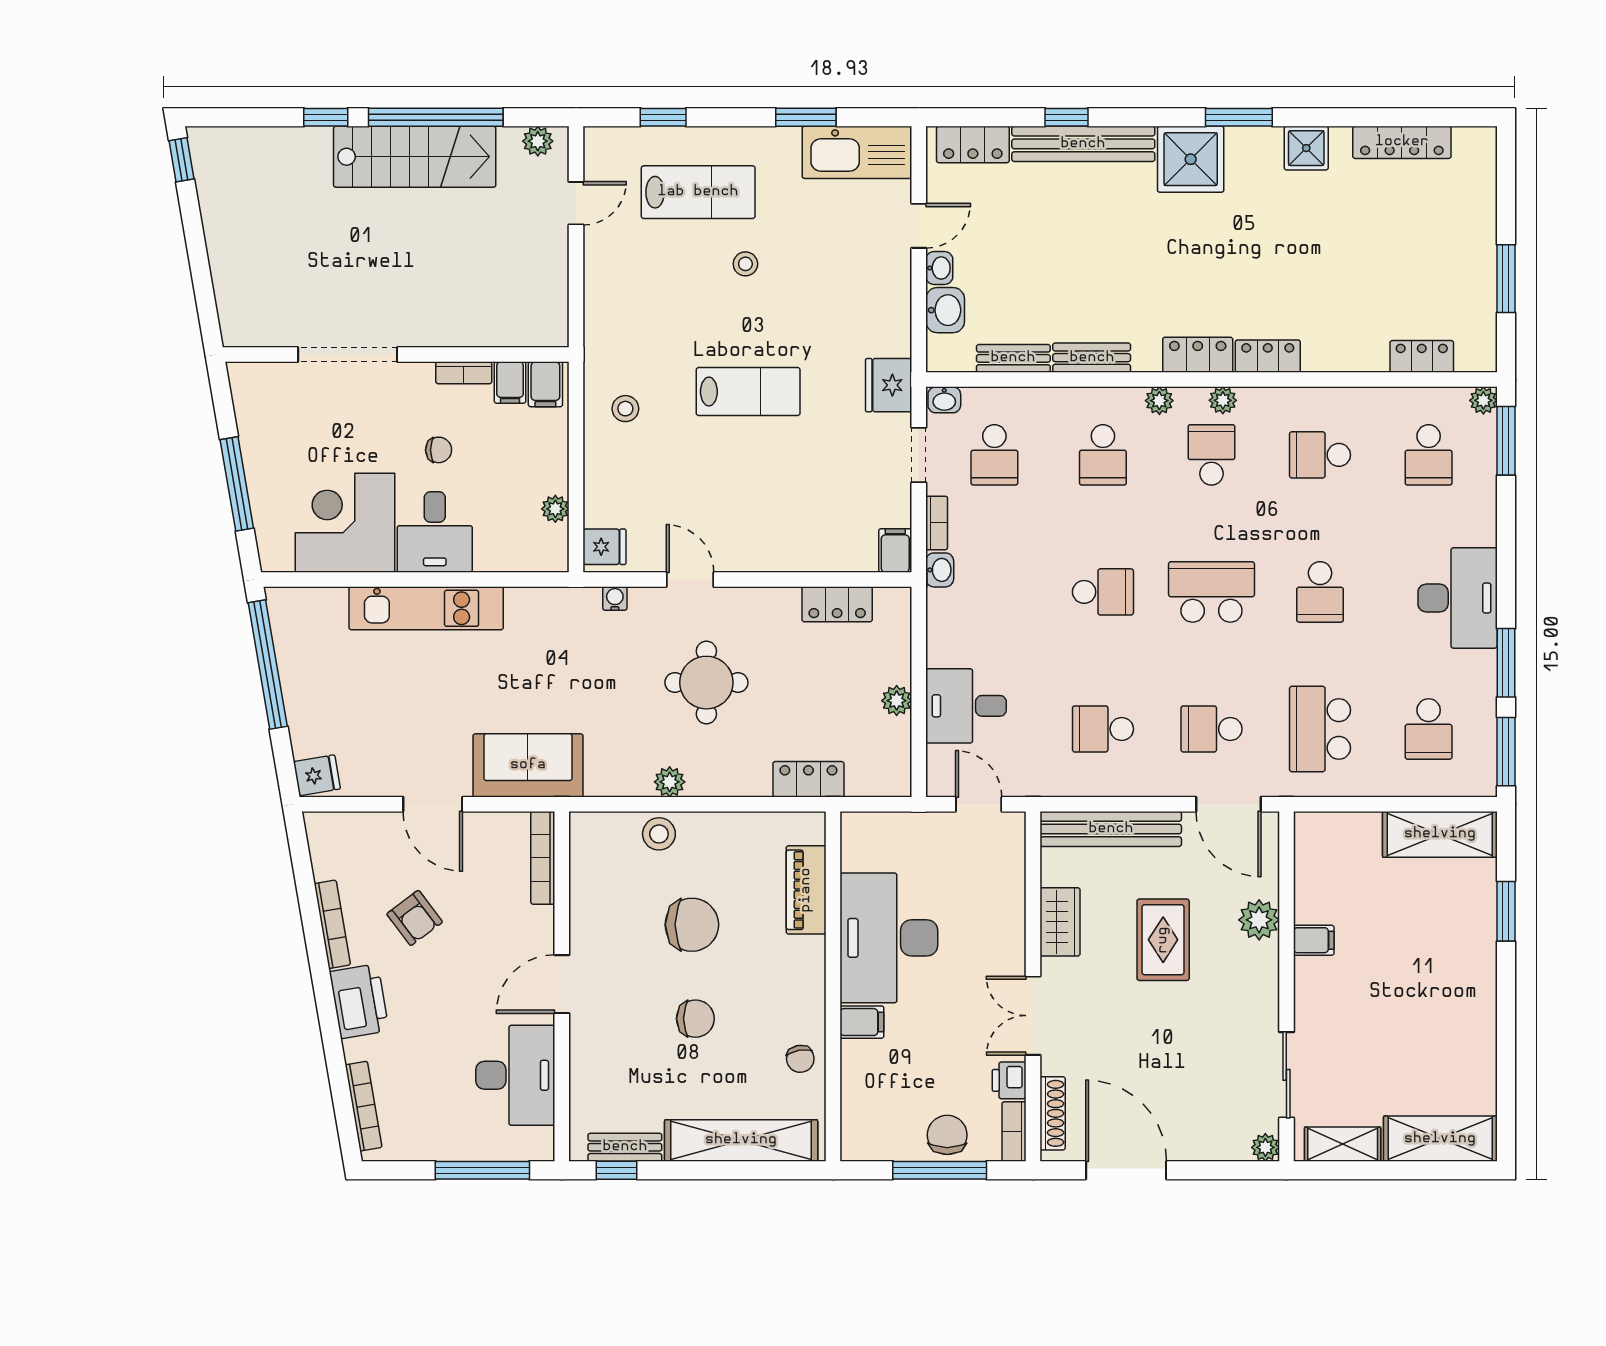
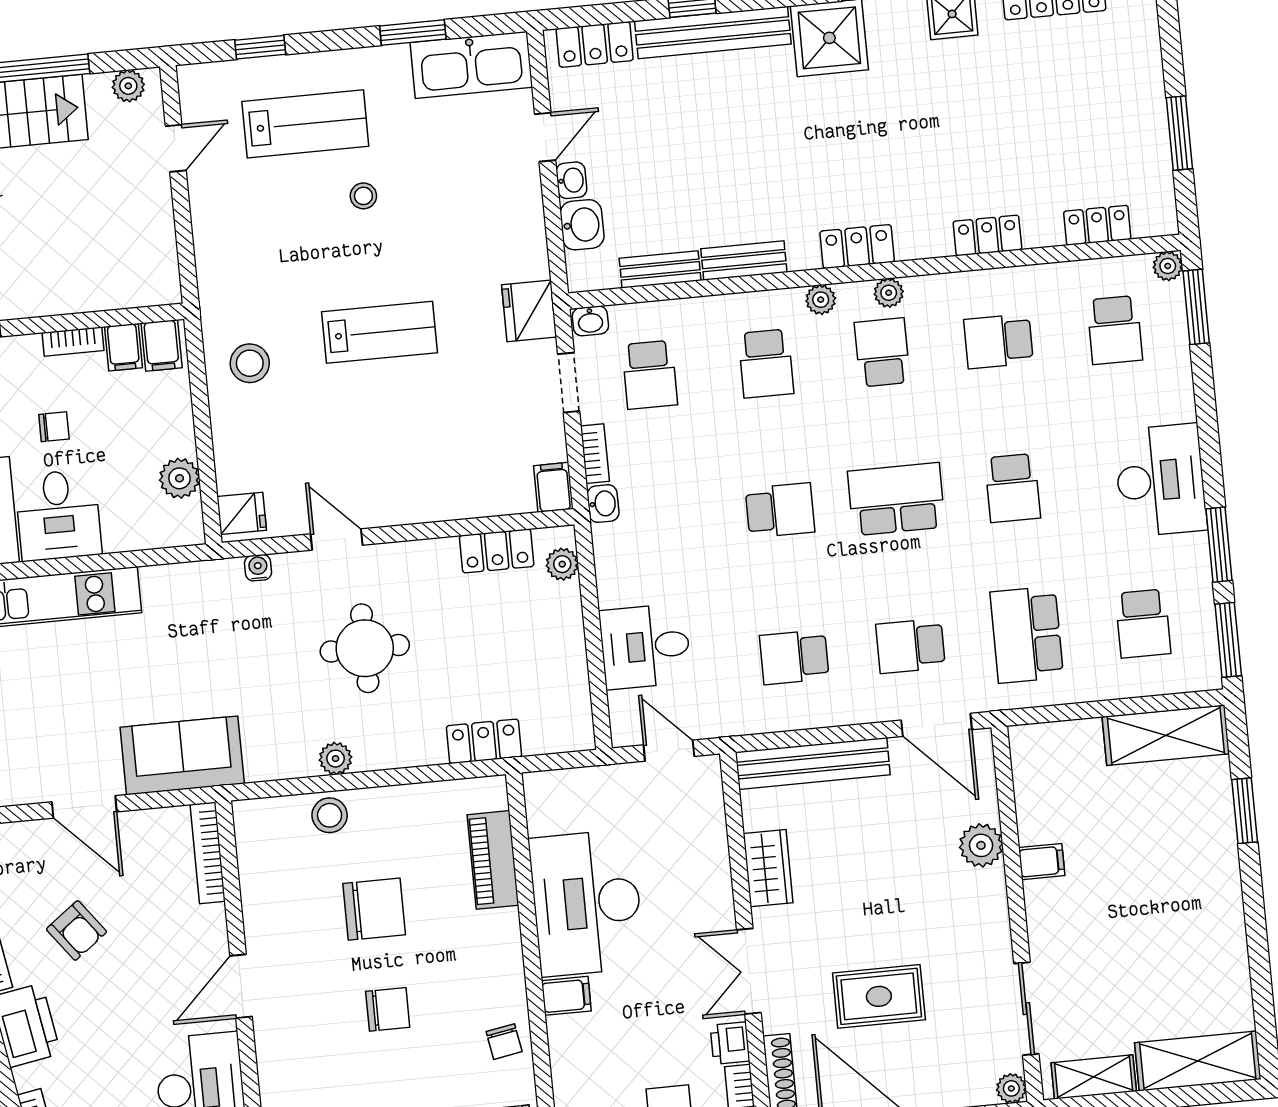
locker: (1268, 356) -> (987, 235), moved
stool: (625, 409) -> (250, 363), width x1.37, depth x1.37
plant: (555, 509) -> (180, 478), width x1.38, depth x1.38
plant: (897, 701) -> (562, 564), moved
rug: (1163, 940) -> (879, 996), moved, turned 90

